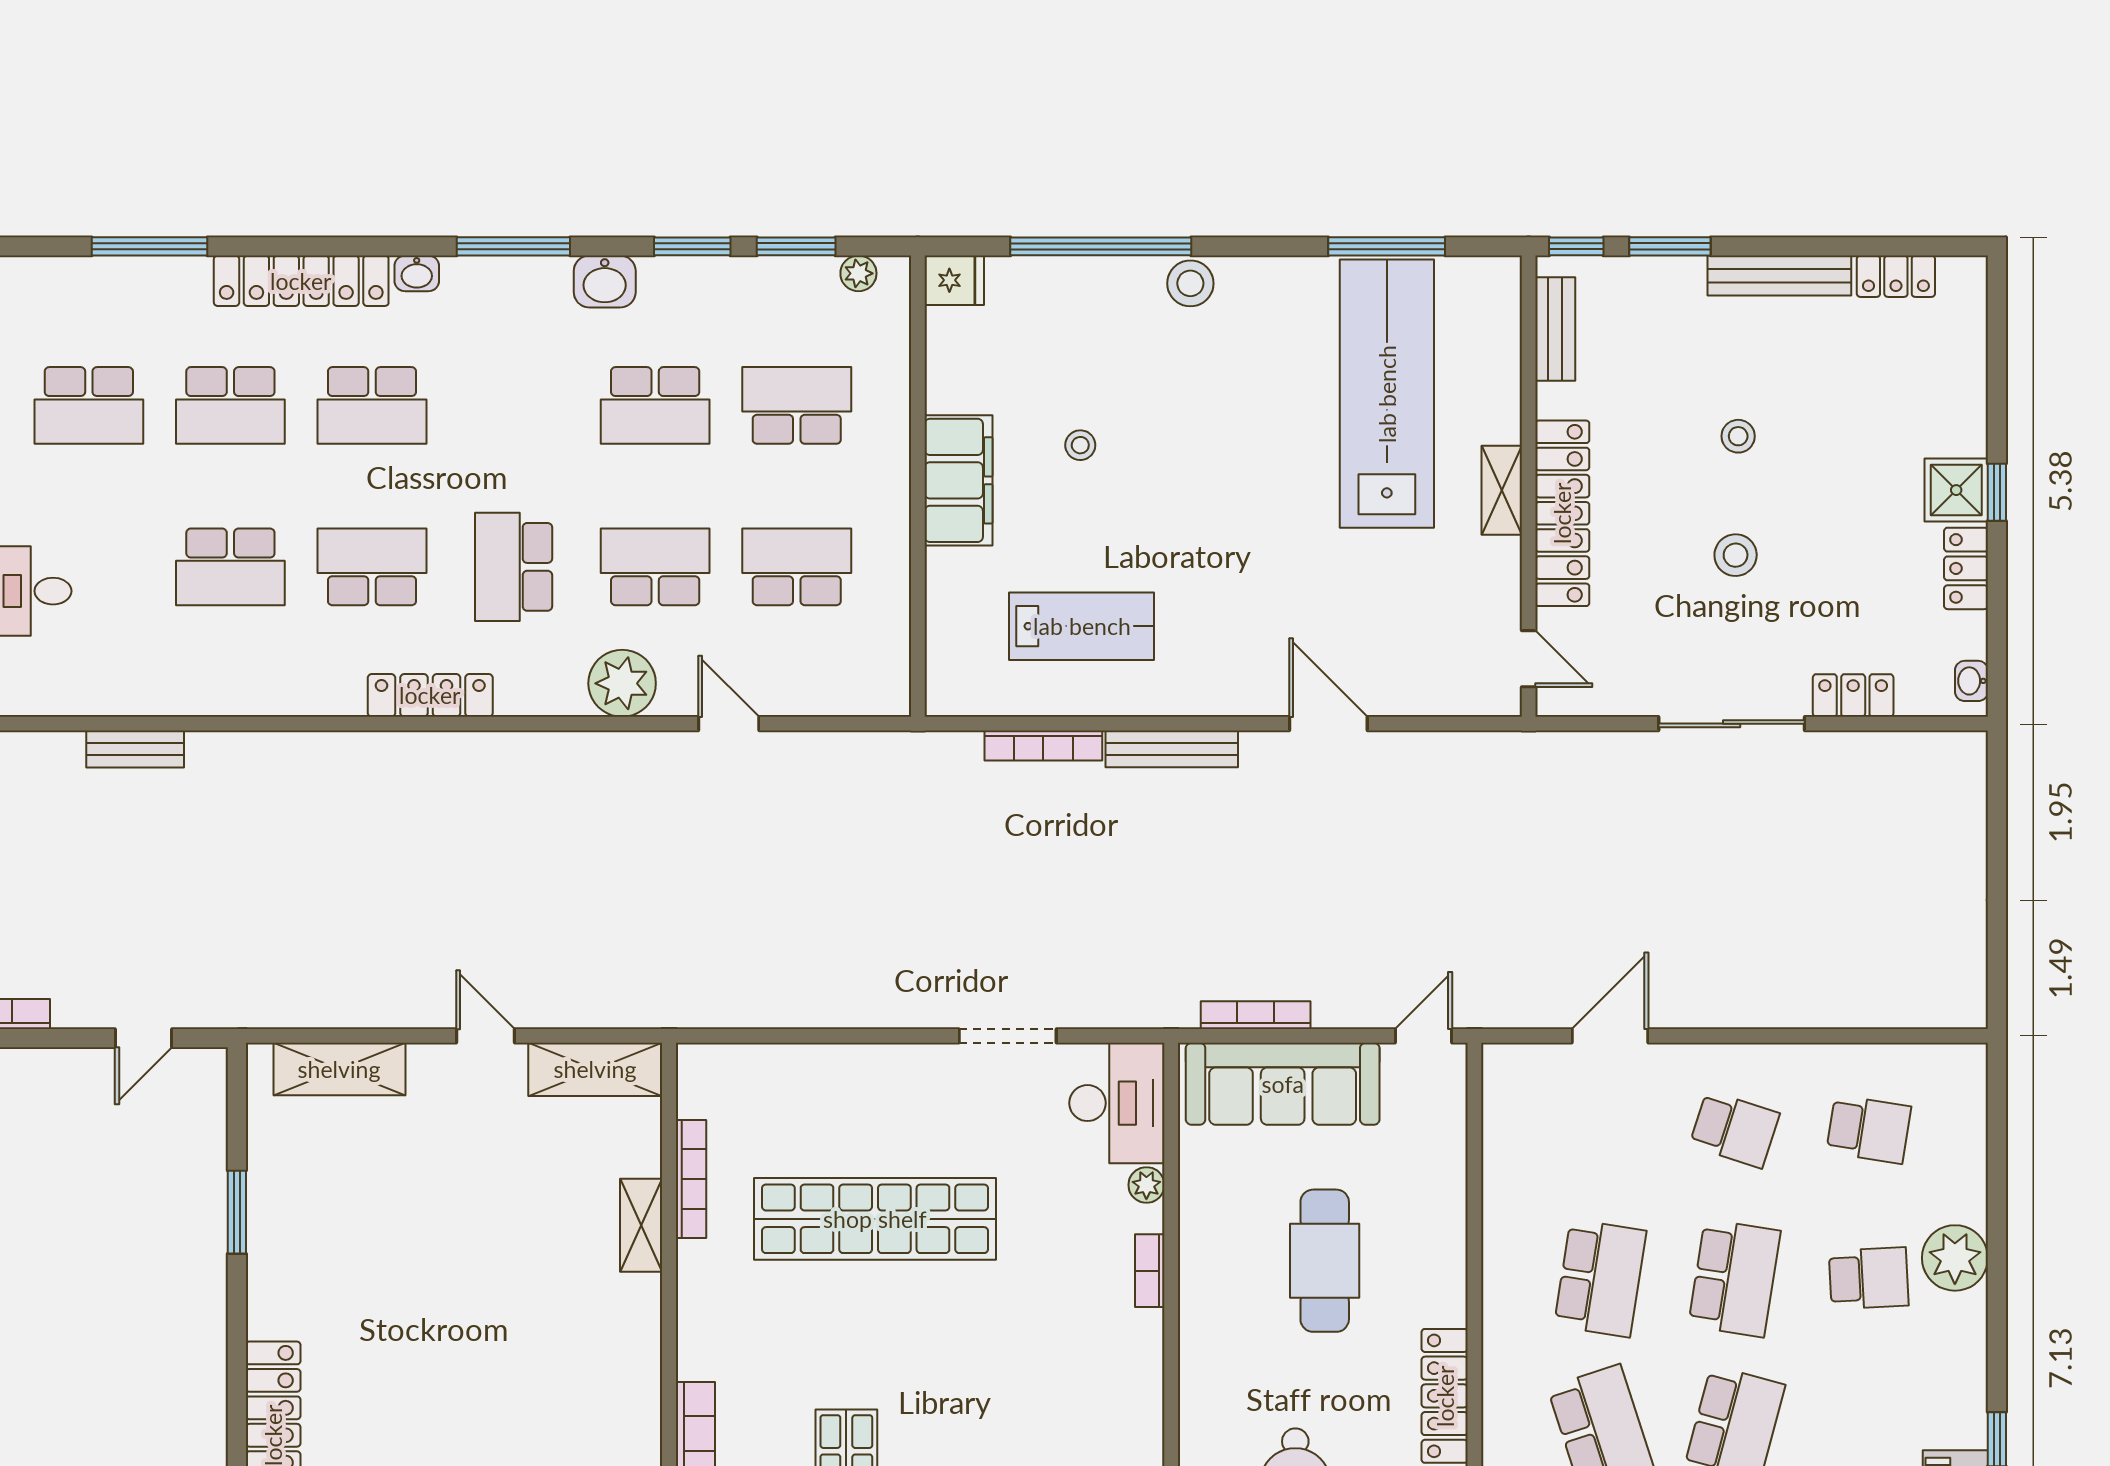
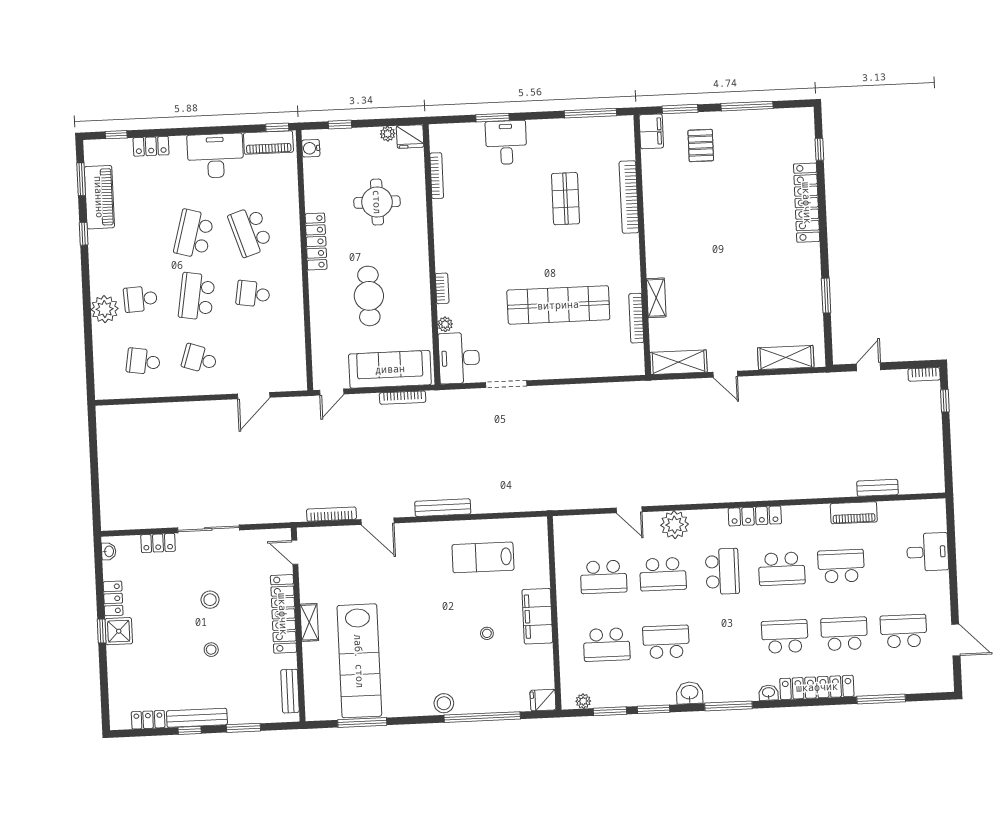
window: (1576, 246) -> (190, 730), moved
piano: (194, 692) -> (854, 513), added
bookcase: (1043, 746) -> (331, 514), moved
school desk: (1600, 1278) -> (253, 294), width x0.54

